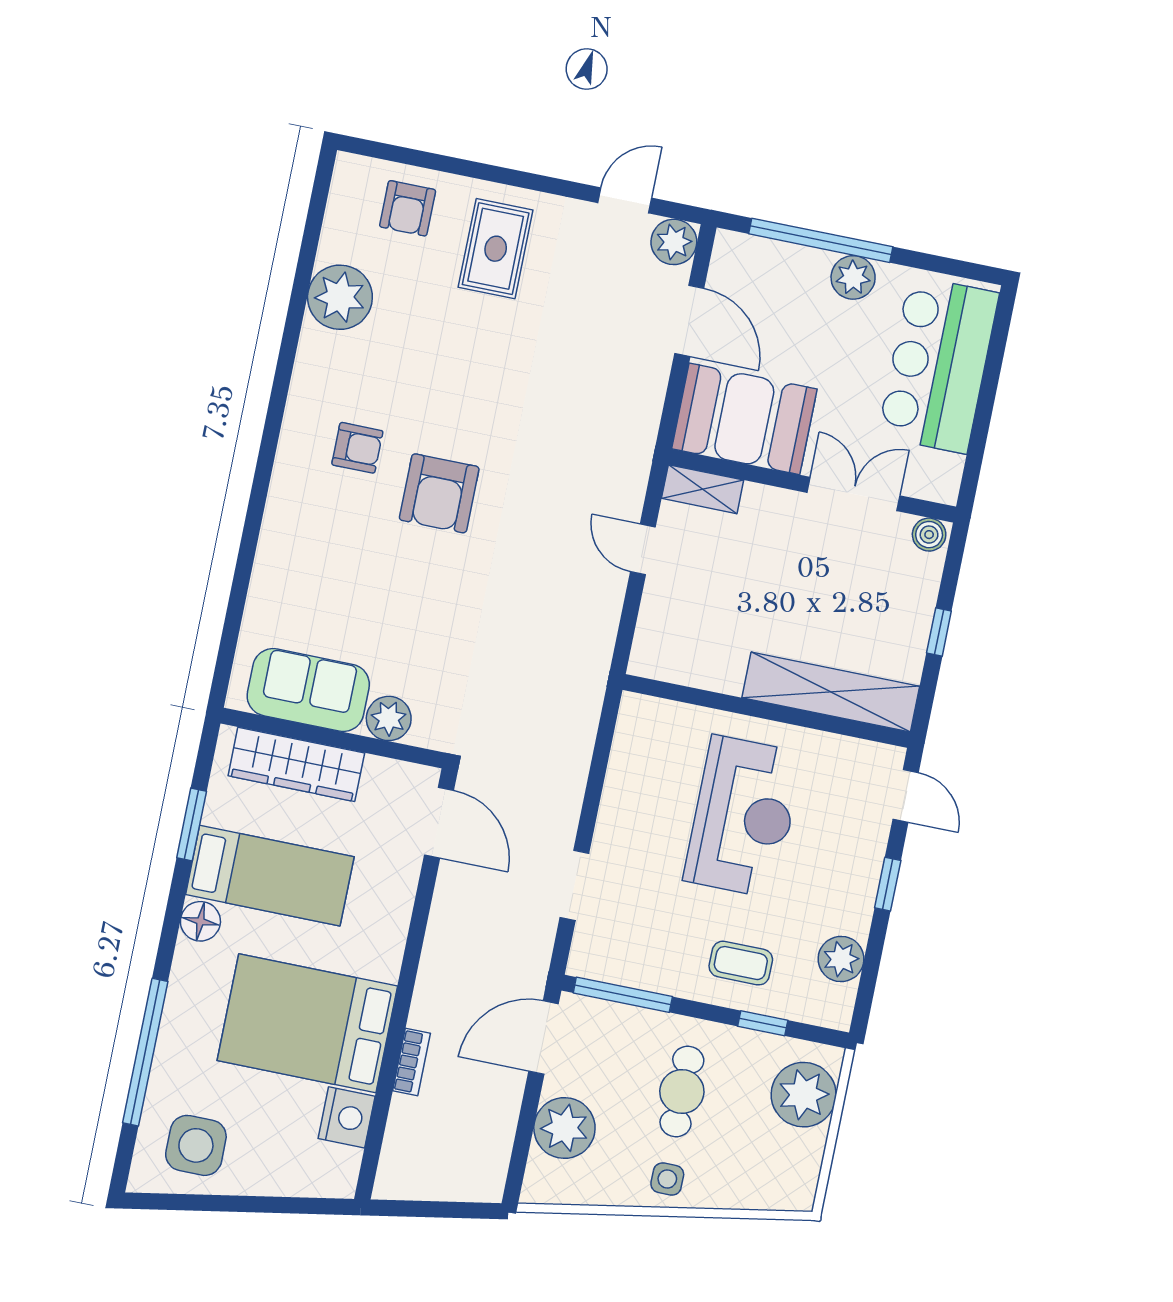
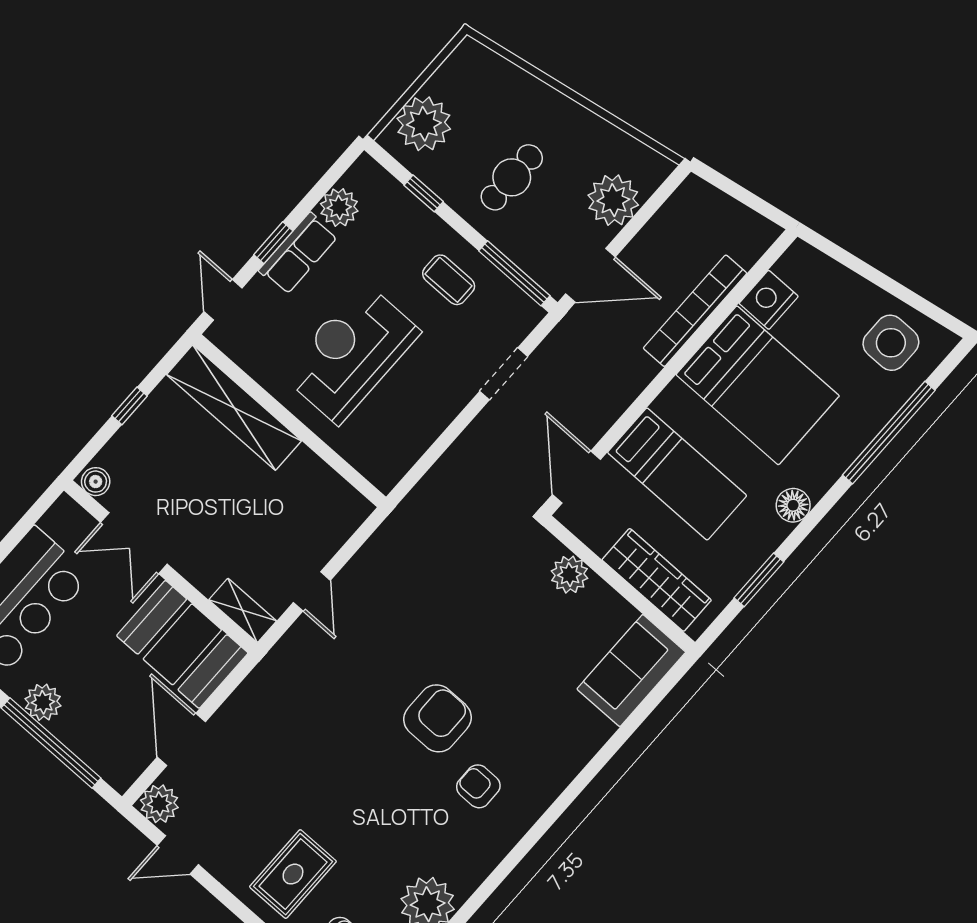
sofa: (308, 690) -> (631, 671), moved, turned 90
bed: (270, 876) -> (677, 474), moved, turned 180
row of seats: (856, 888) -> (298, 254), added
coffee table: (741, 963) -> (449, 280), moved
bookcase: (412, 1062) -> (695, 311), width x2.31, depth x1.31
side table: (667, 1179) -> (559, 119), removed

